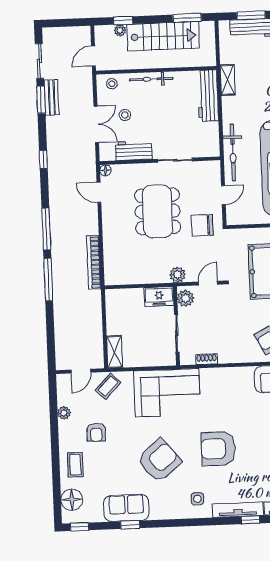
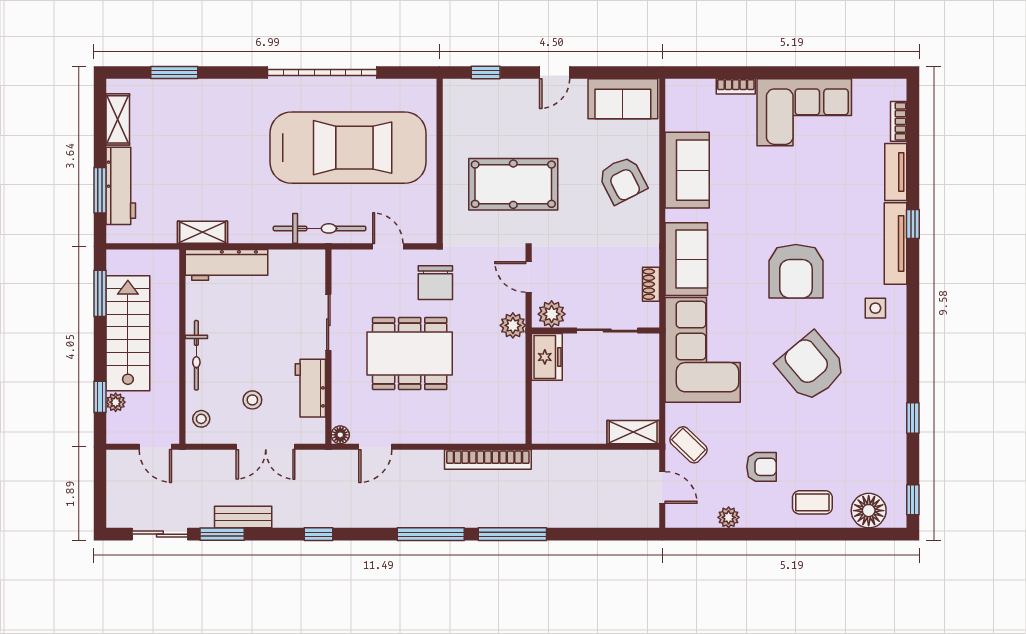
bench: (52, 97) -> (243, 517), moved
double door: (96, 124) -> (266, 447), swing flipped
sofa: (126, 508) -> (686, 259), moved, turned 180

